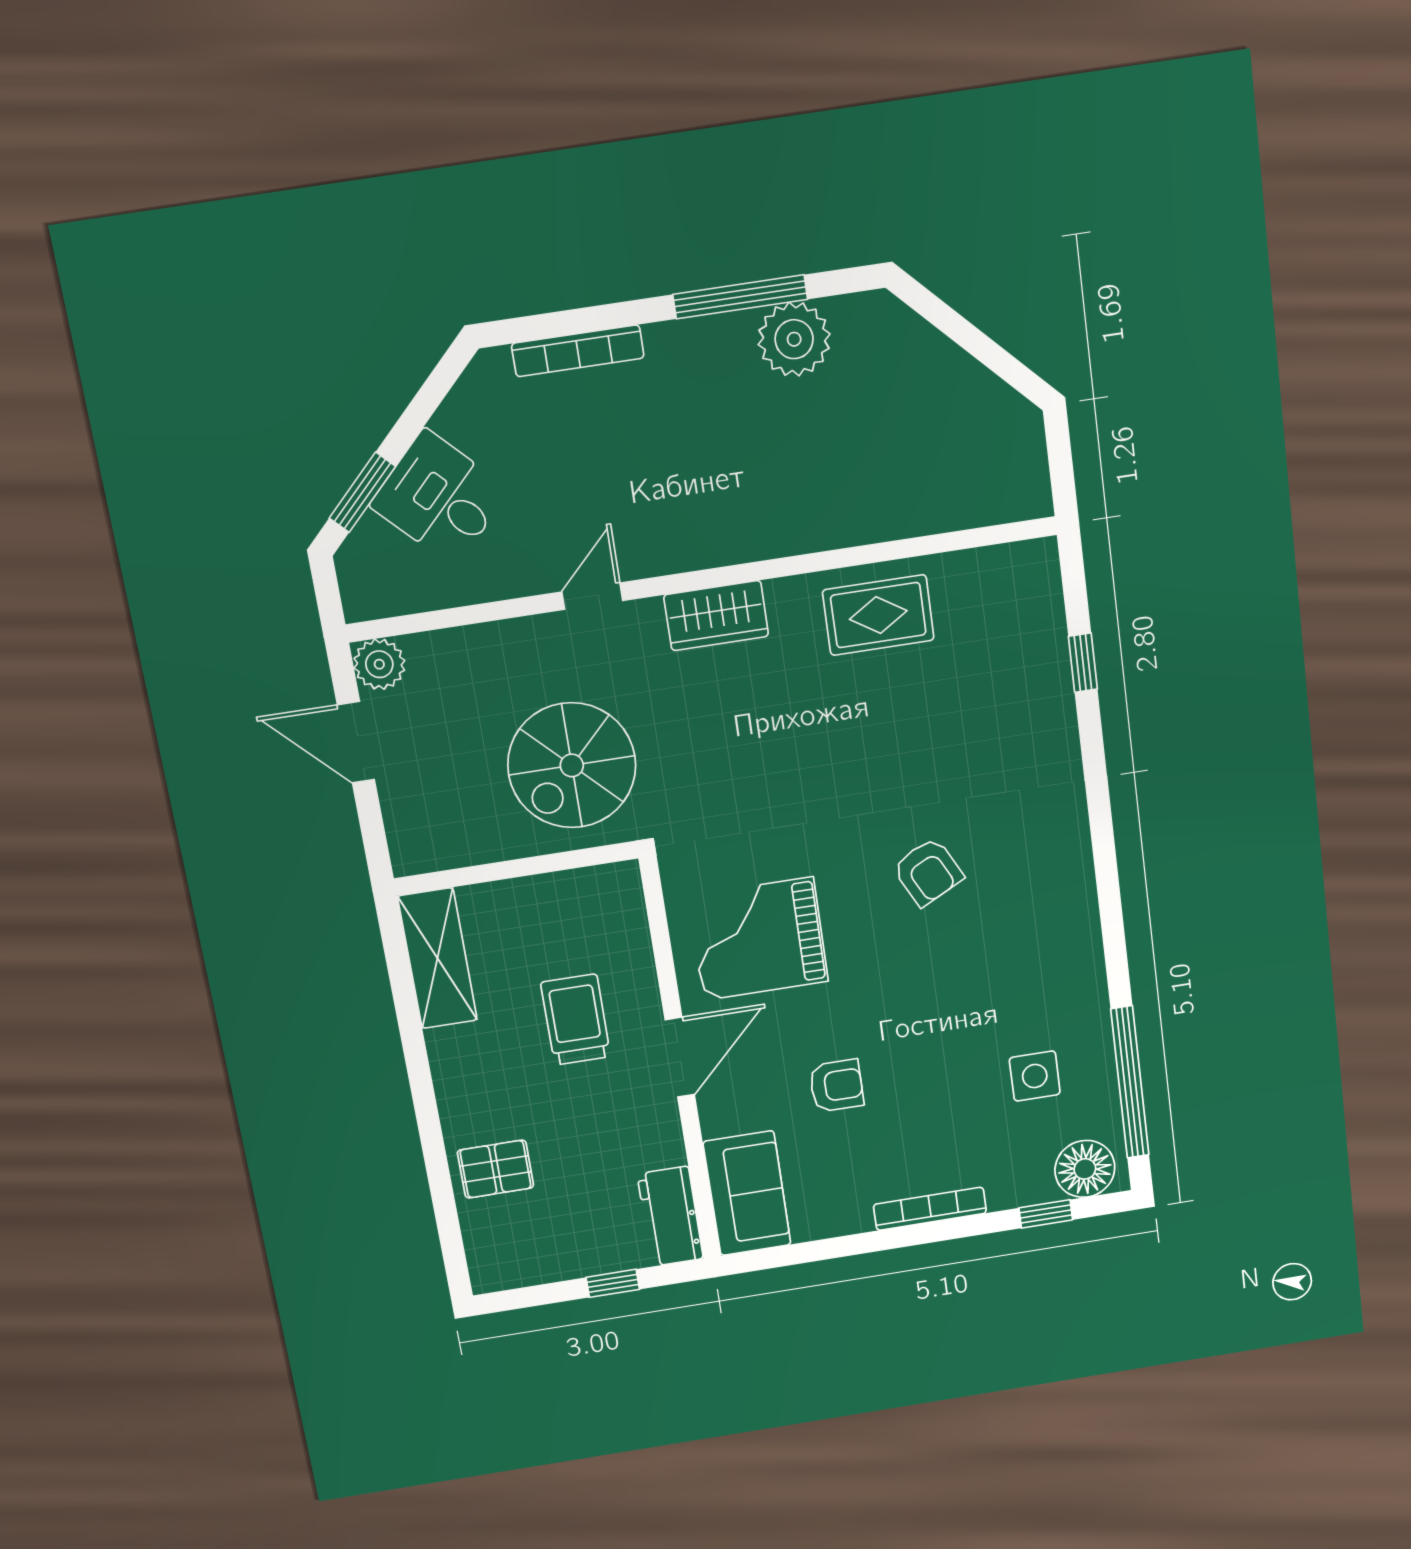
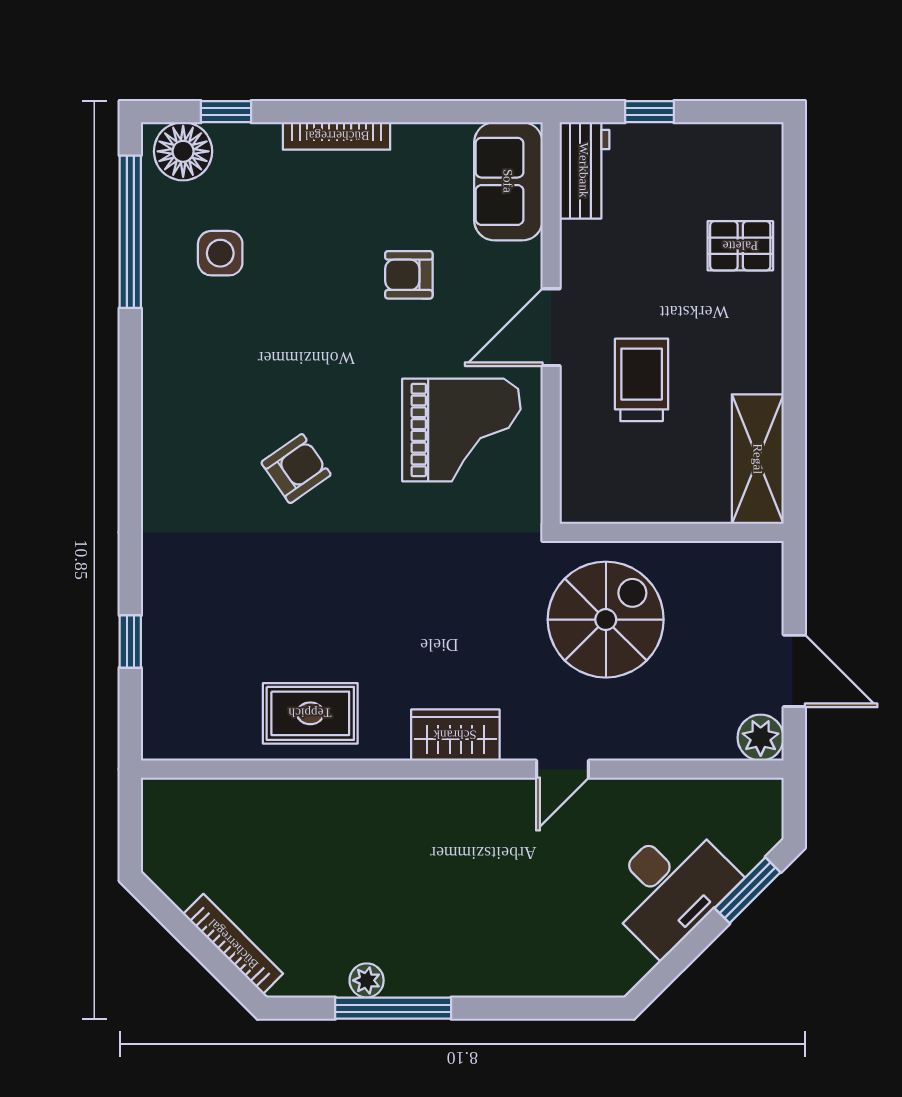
plant: (794, 339) -> (367, 980), width x0.53, depth x0.53
bookcase: (578, 351) -> (233, 944), moved, turned 45
desk: (440, 498) -> (670, 887), width x1.37
armchair: (928, 872) -> (296, 469), turned 82
trolley: (576, 1020) -> (642, 380), turned 180

